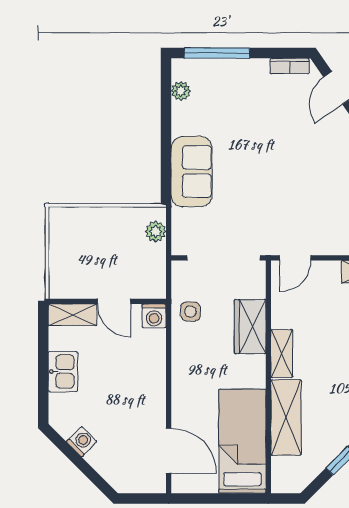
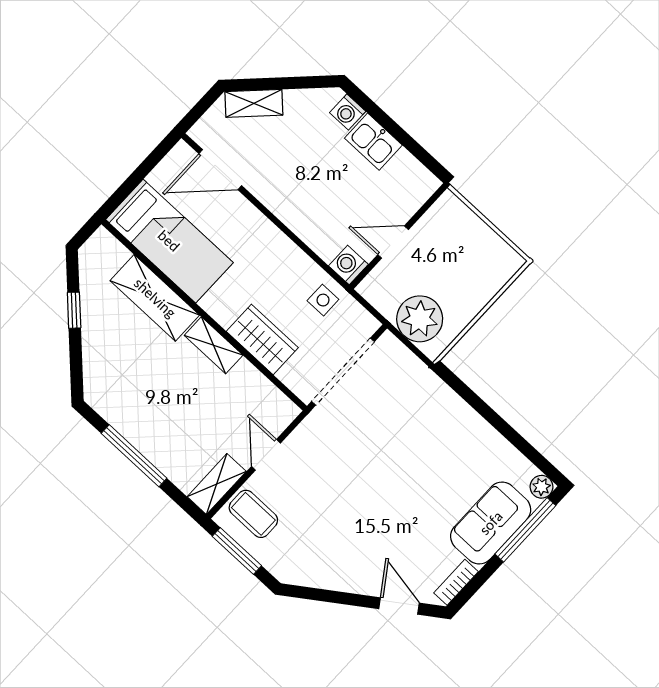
plant: (181, 91) -> (542, 487), moved
sofa: (192, 172) -> (491, 523), moved, turned 90
plant: (156, 231) -> (420, 319), width x1.87, depth x1.87
door: (295, 258) -> (266, 455), moved
shelving: (73, 315) -> (254, 103), moved, turned 45
washing machine: (82, 442) -> (348, 112), moved, turned 45

